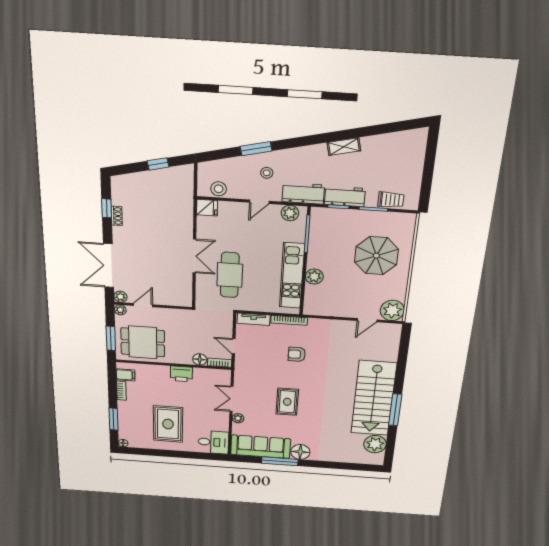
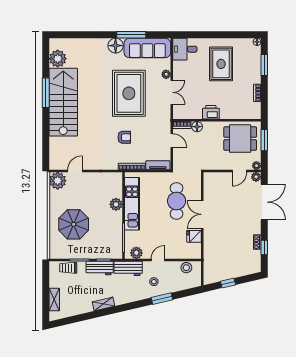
shelving: (417, 158) -> (54, 299), added
fridge: (207, 208) -> (194, 236), moved
filing cabinet: (126, 375) -> (254, 108), removed
rug: (287, 402) -> (129, 93), width x1.86, depth x2.06

